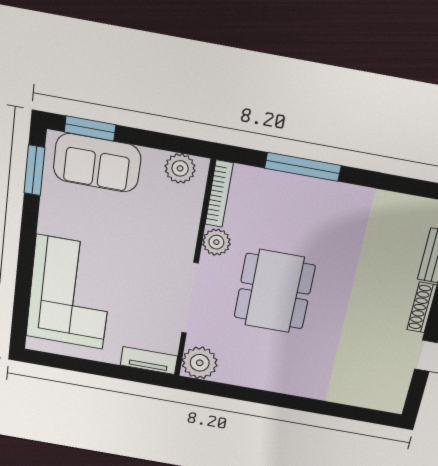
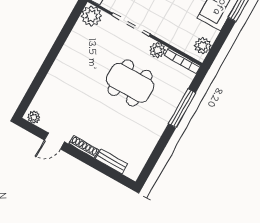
dining table: (274, 291) -> (130, 83), moved
plant: (396, 398) -> (34, 117), added

